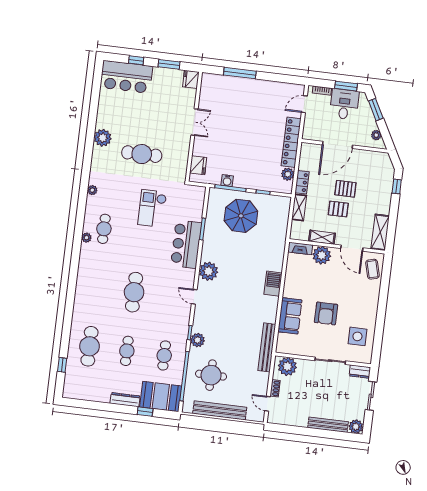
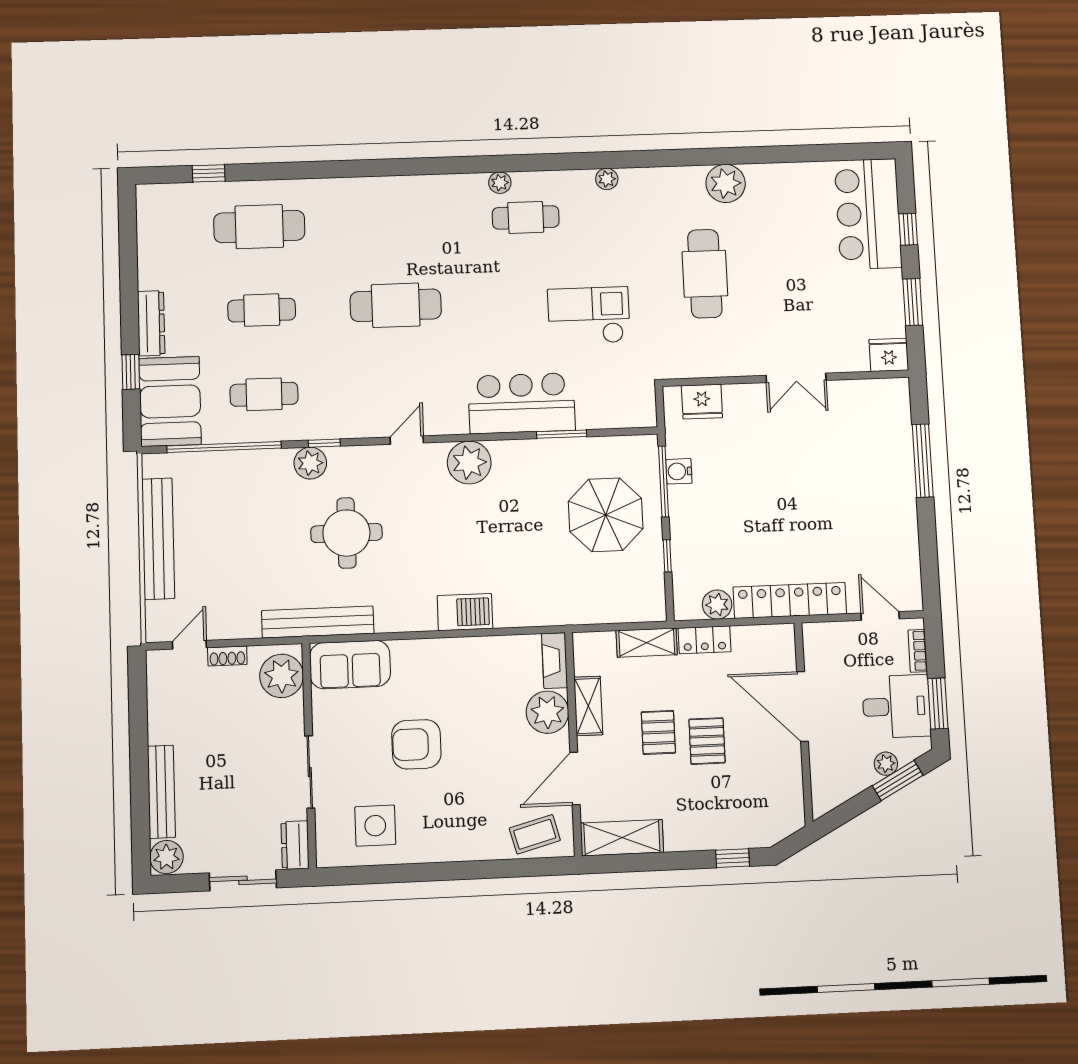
plant: (376, 135) -> (886, 764), moved
sofa: (290, 316) -> (350, 665), moved
round table: (211, 375) -> (346, 533), moved

